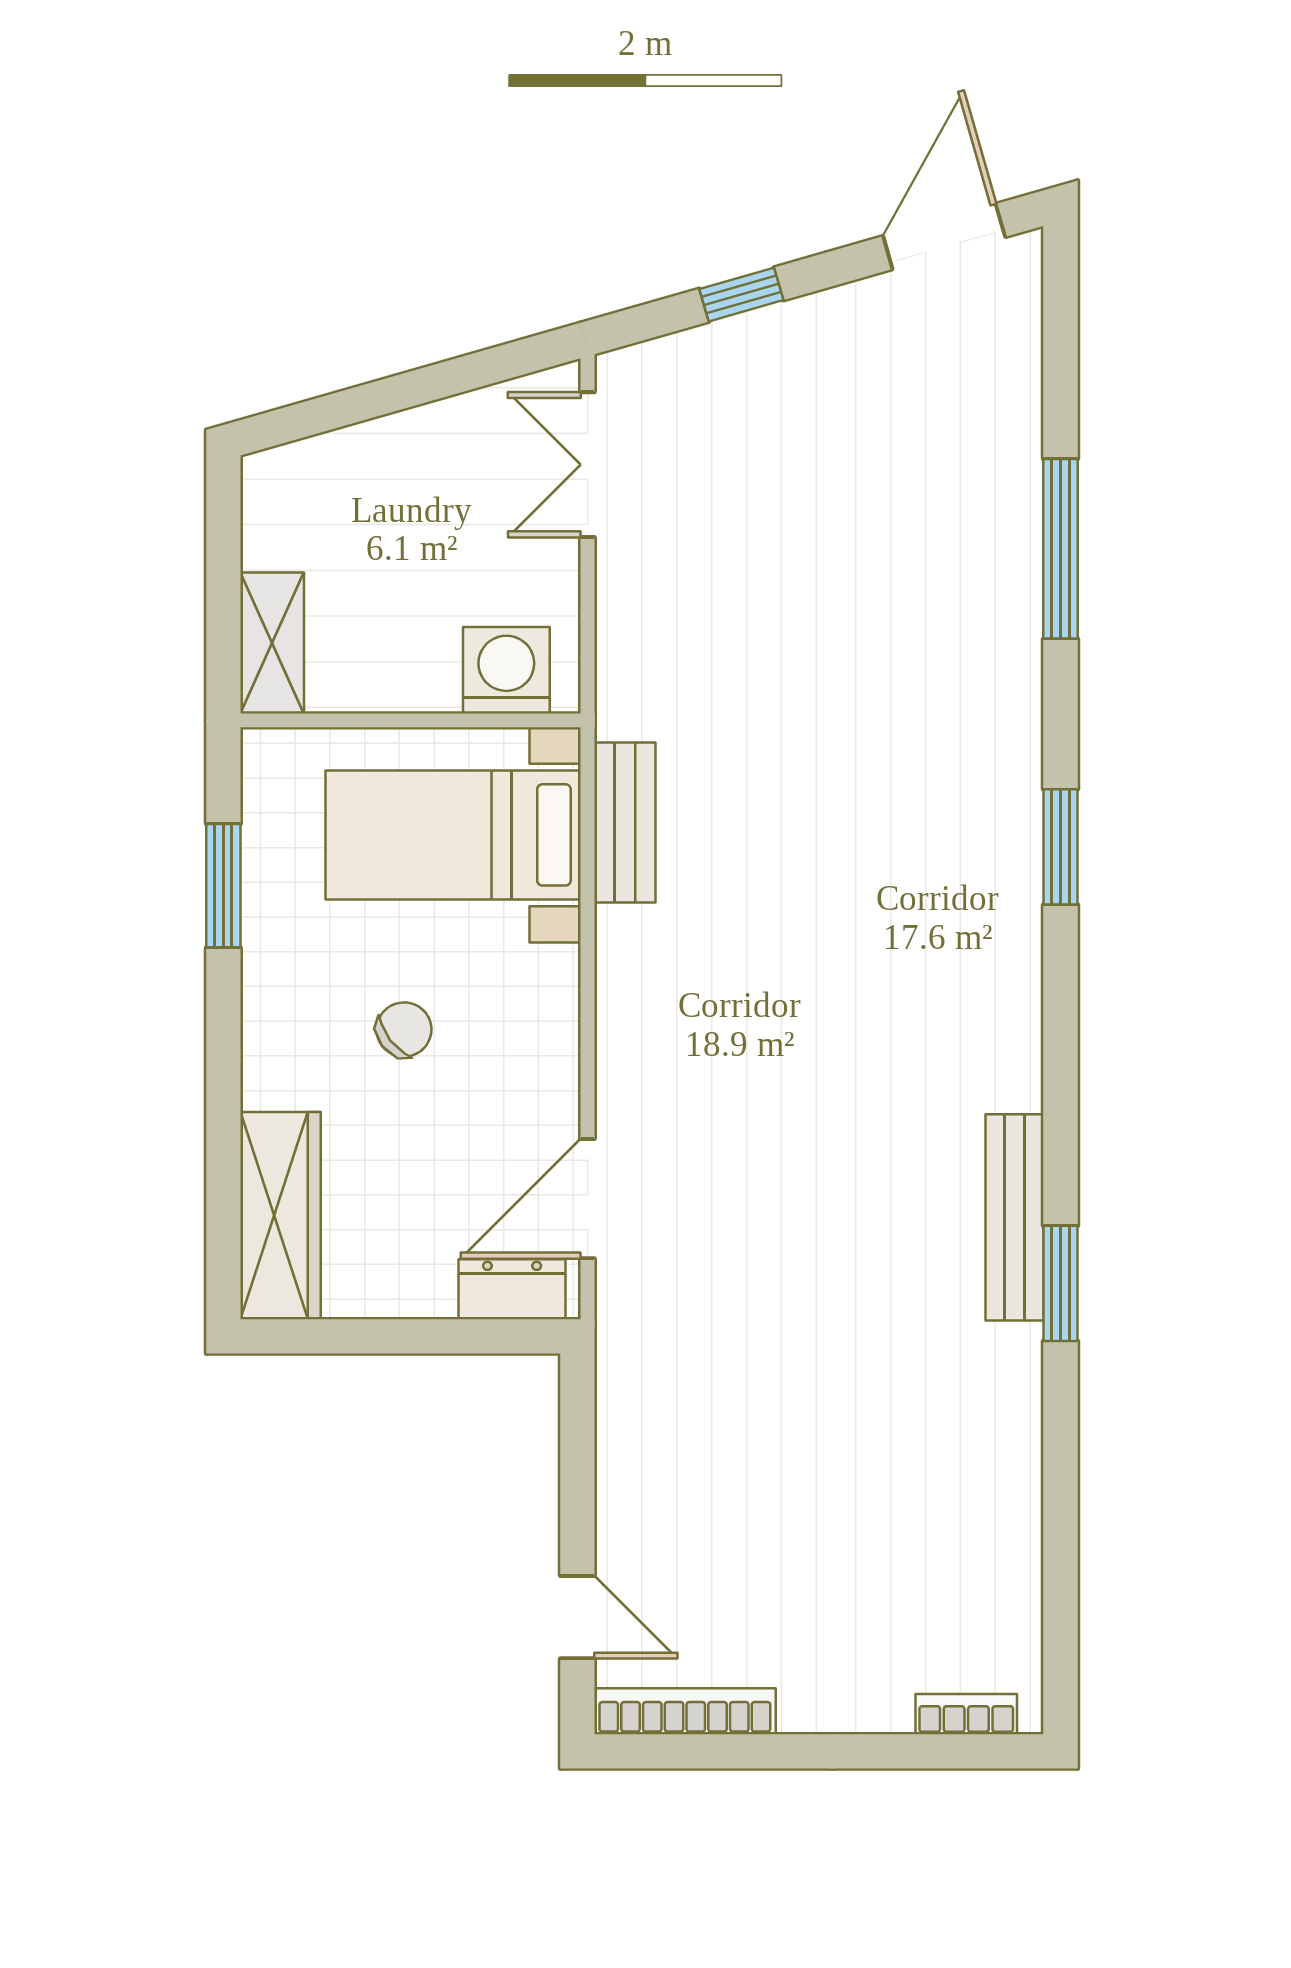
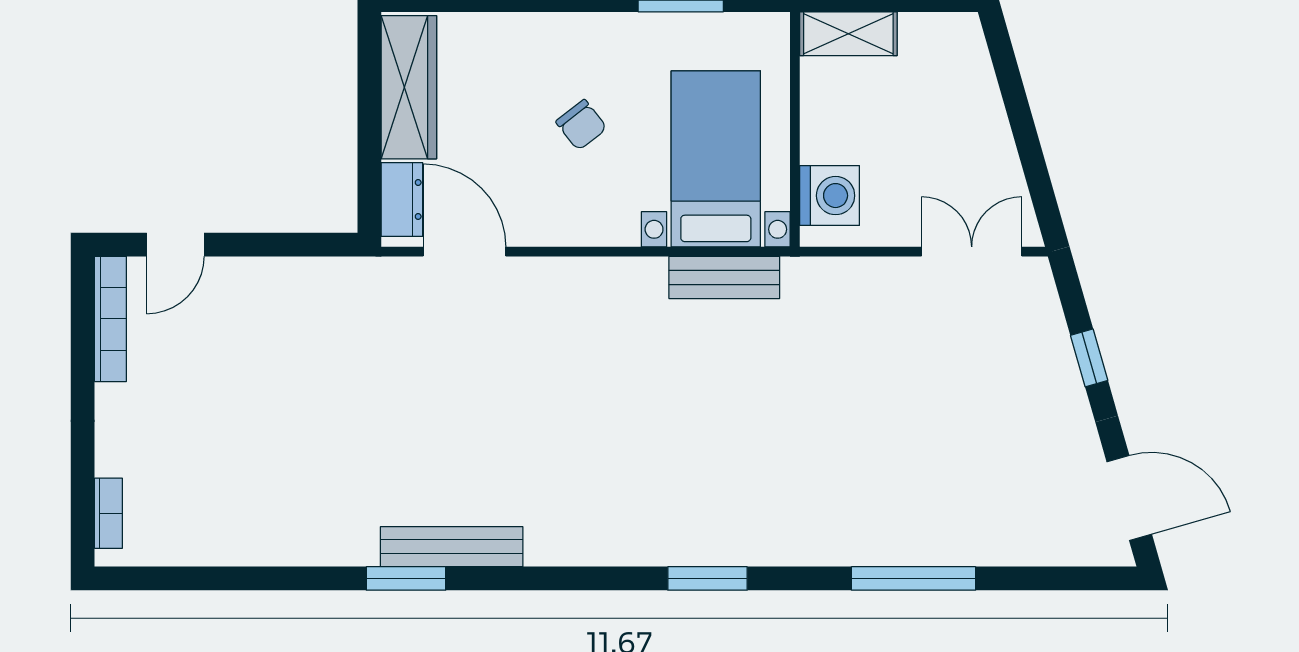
wardrobe: (281, 1216) -> (409, 87), moved, turned -90

